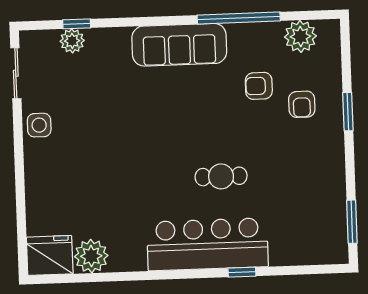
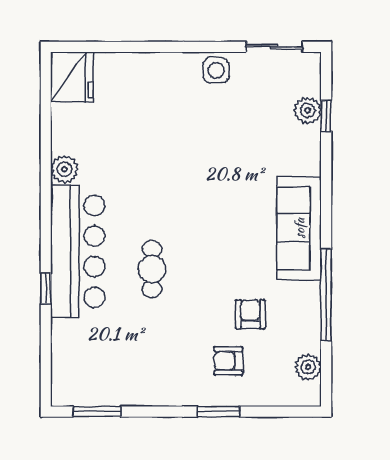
plant: (300, 36) -> (308, 367), width x0.73, depth x0.73
plant: (91, 256) -> (64, 169), moved, width x0.73, depth x0.73

